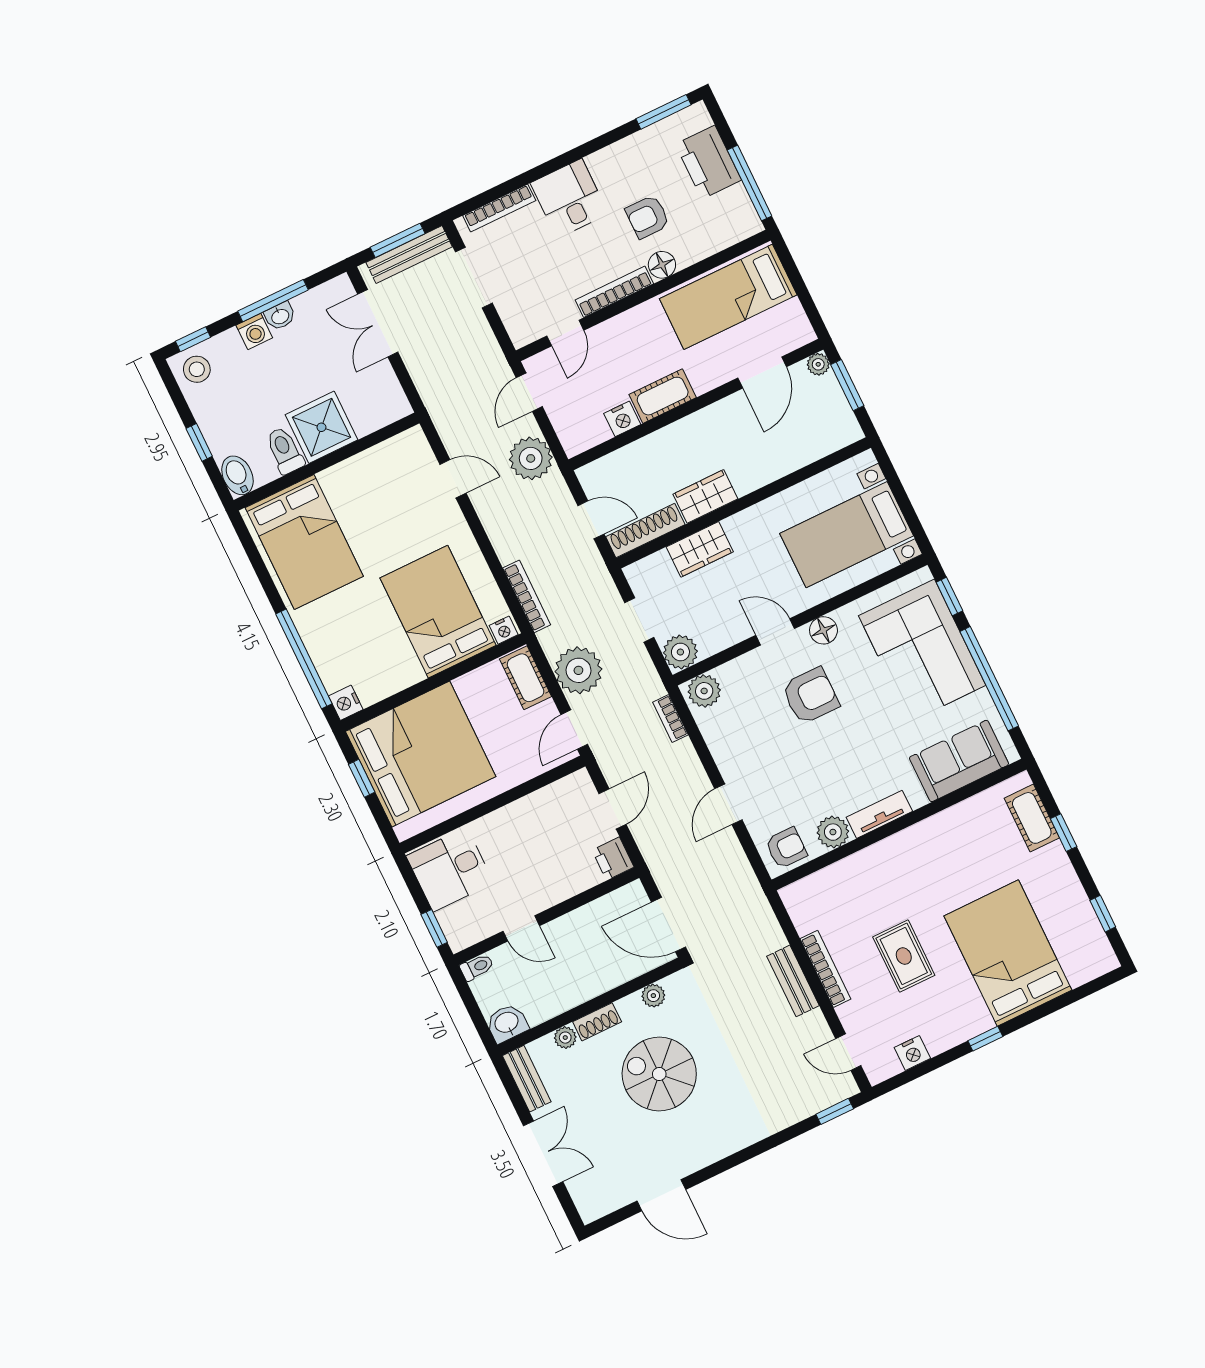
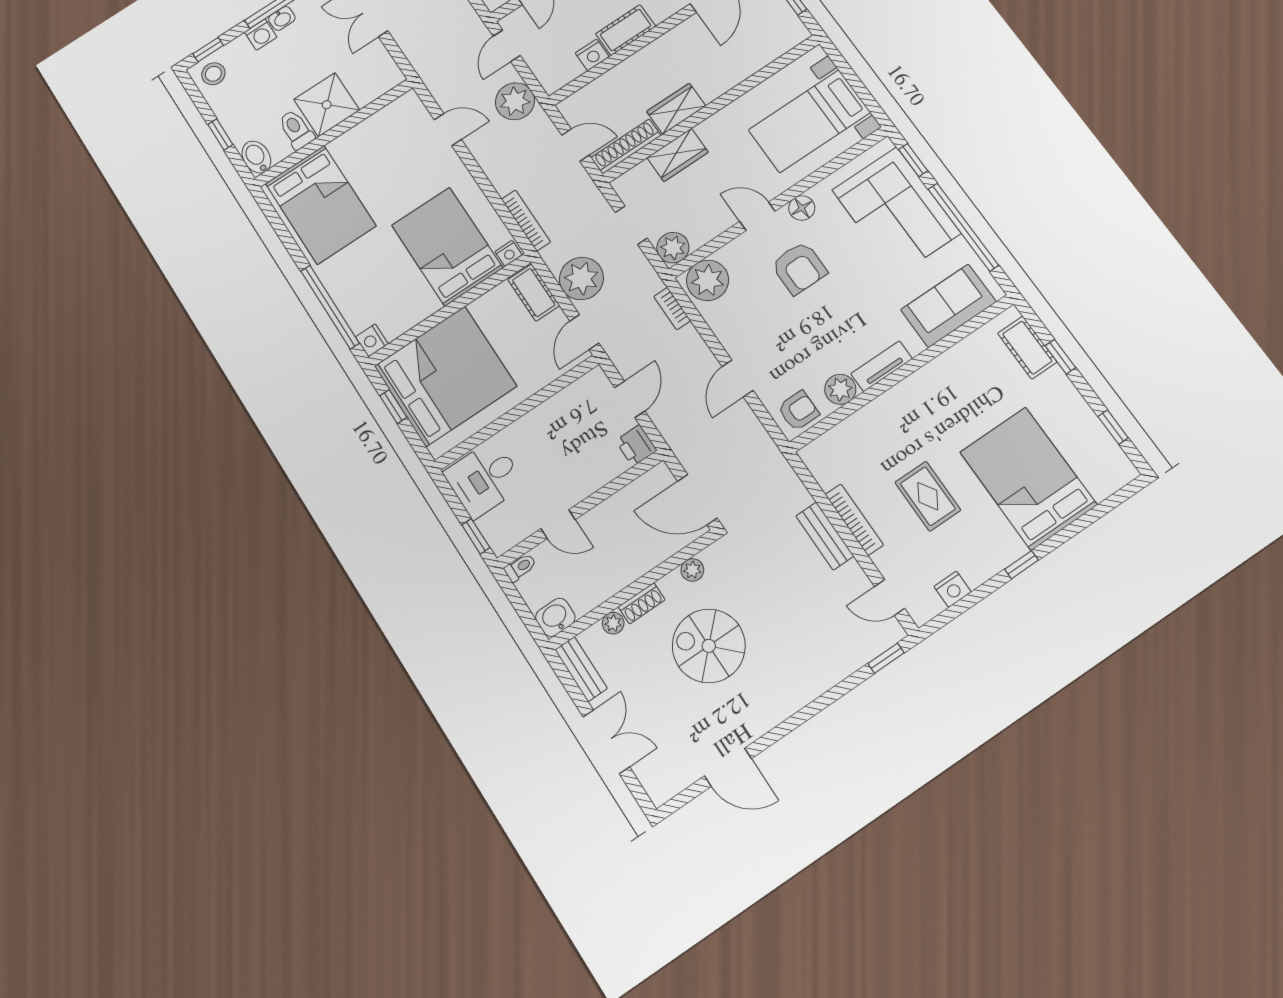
plant: (704, 691) -> (708, 280), width x1.36, depth x1.36
armchair: (810, 696) -> (799, 268), turned 90

